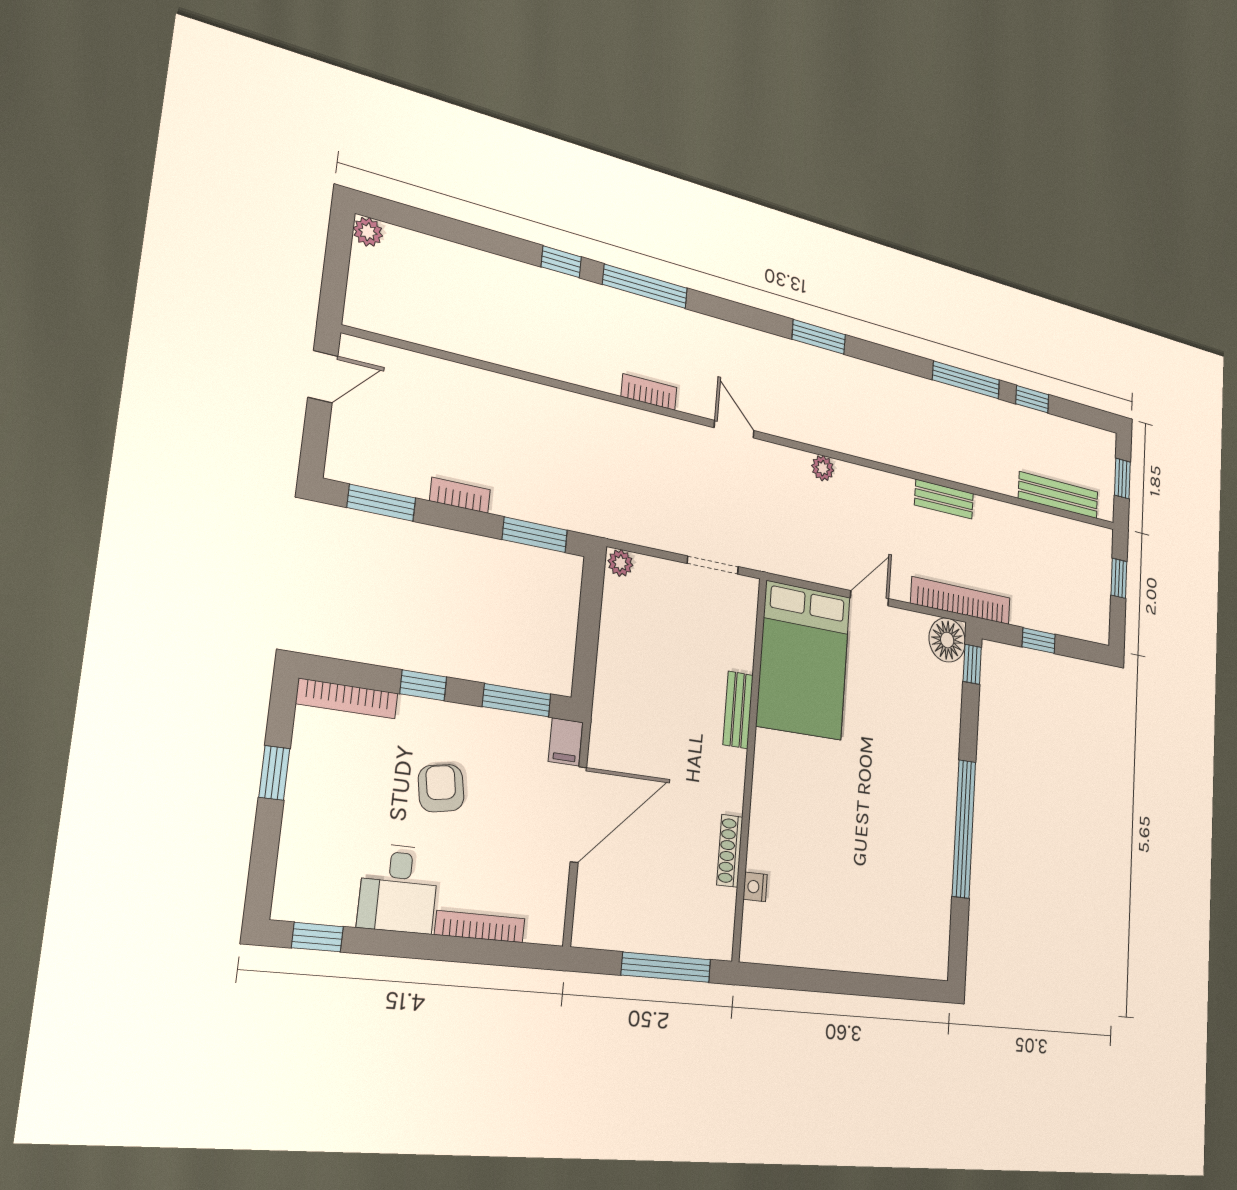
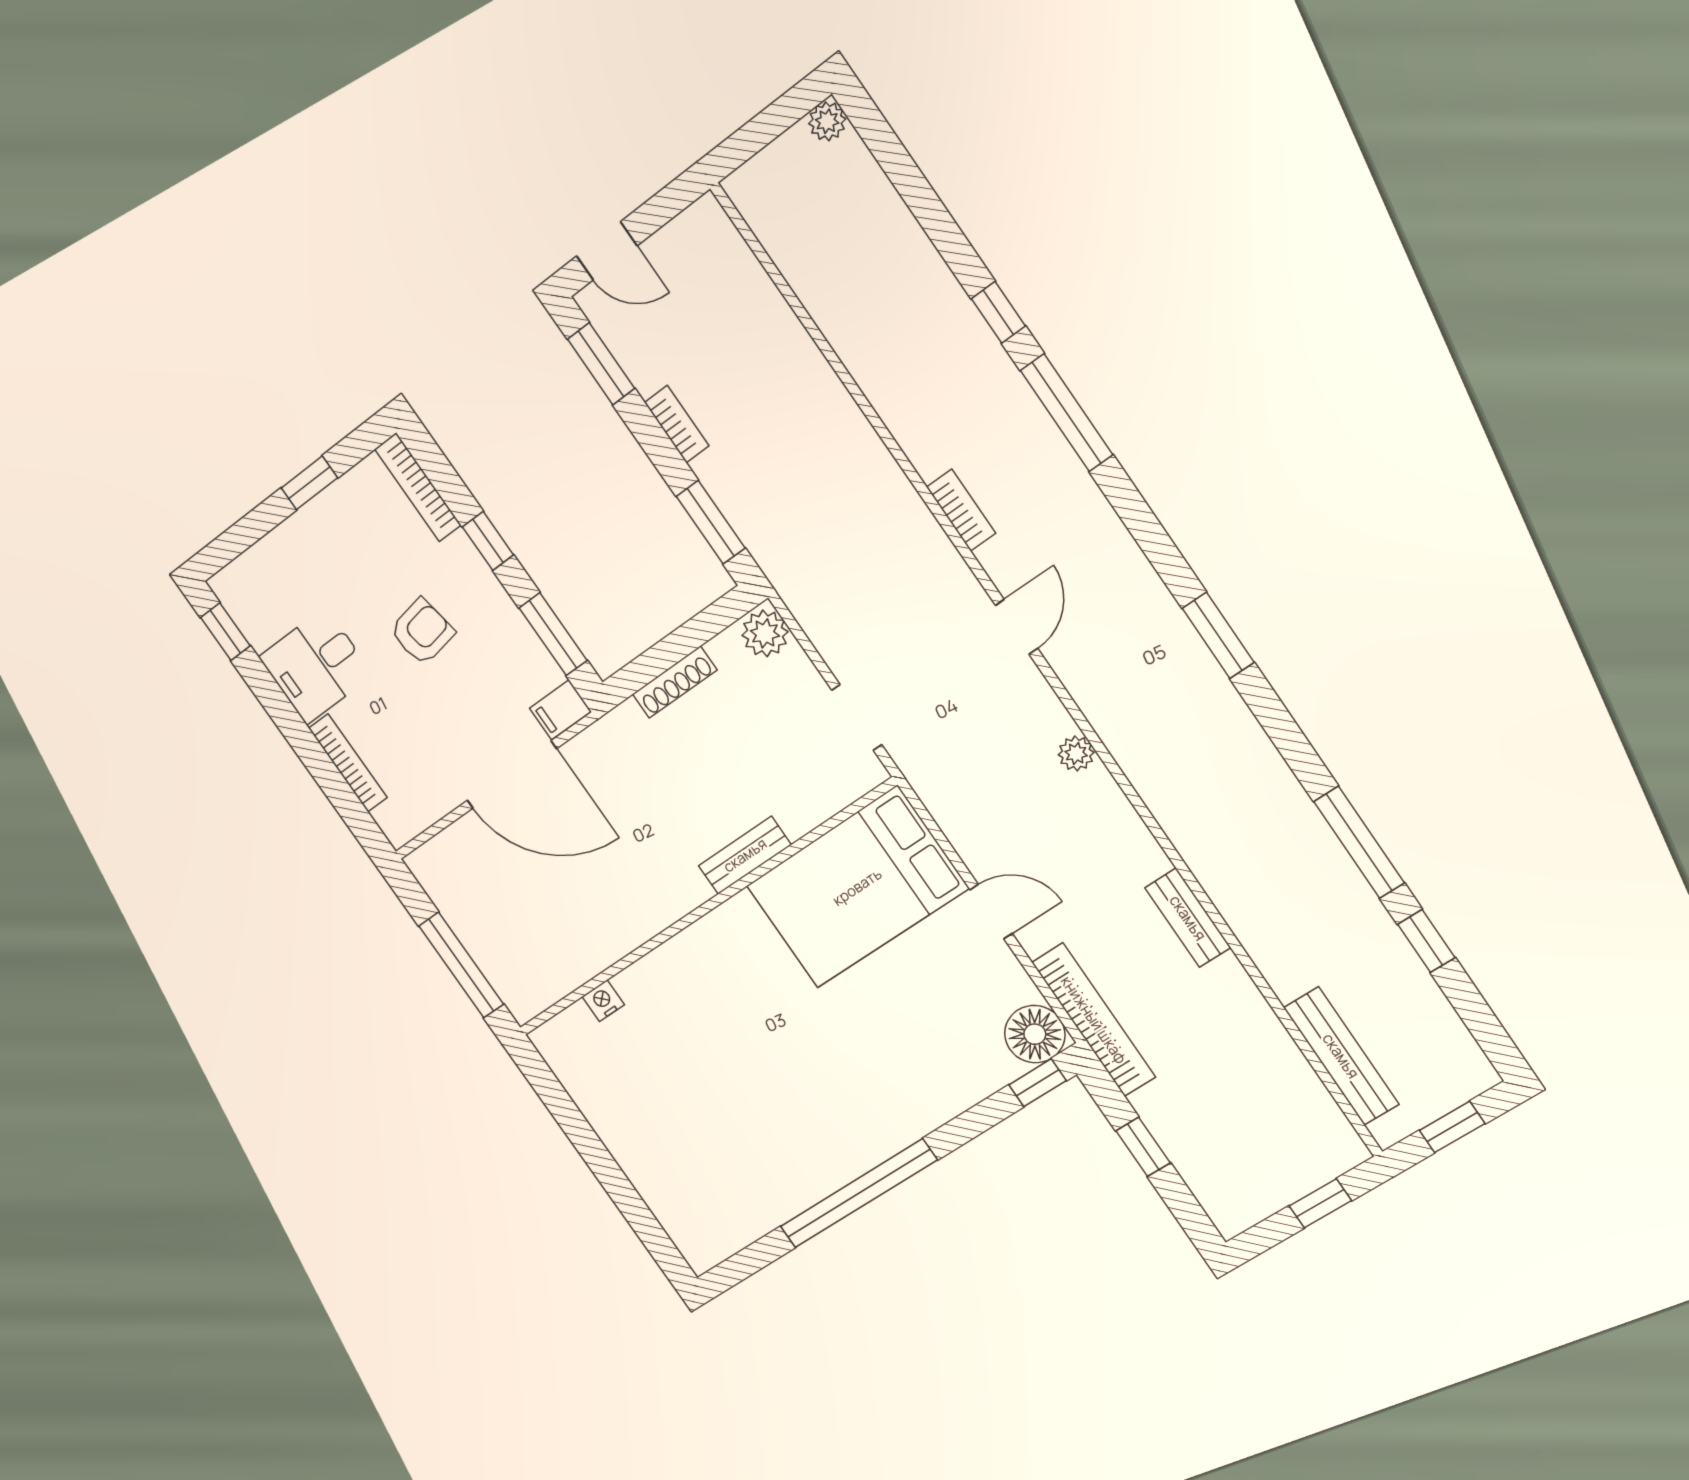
door: (323, 377) -> (607, 251), moved
plant: (620, 563) -> (765, 633), width x1.38, depth x1.38
shoe rack: (730, 851) -> (675, 682), moved, turned 180

